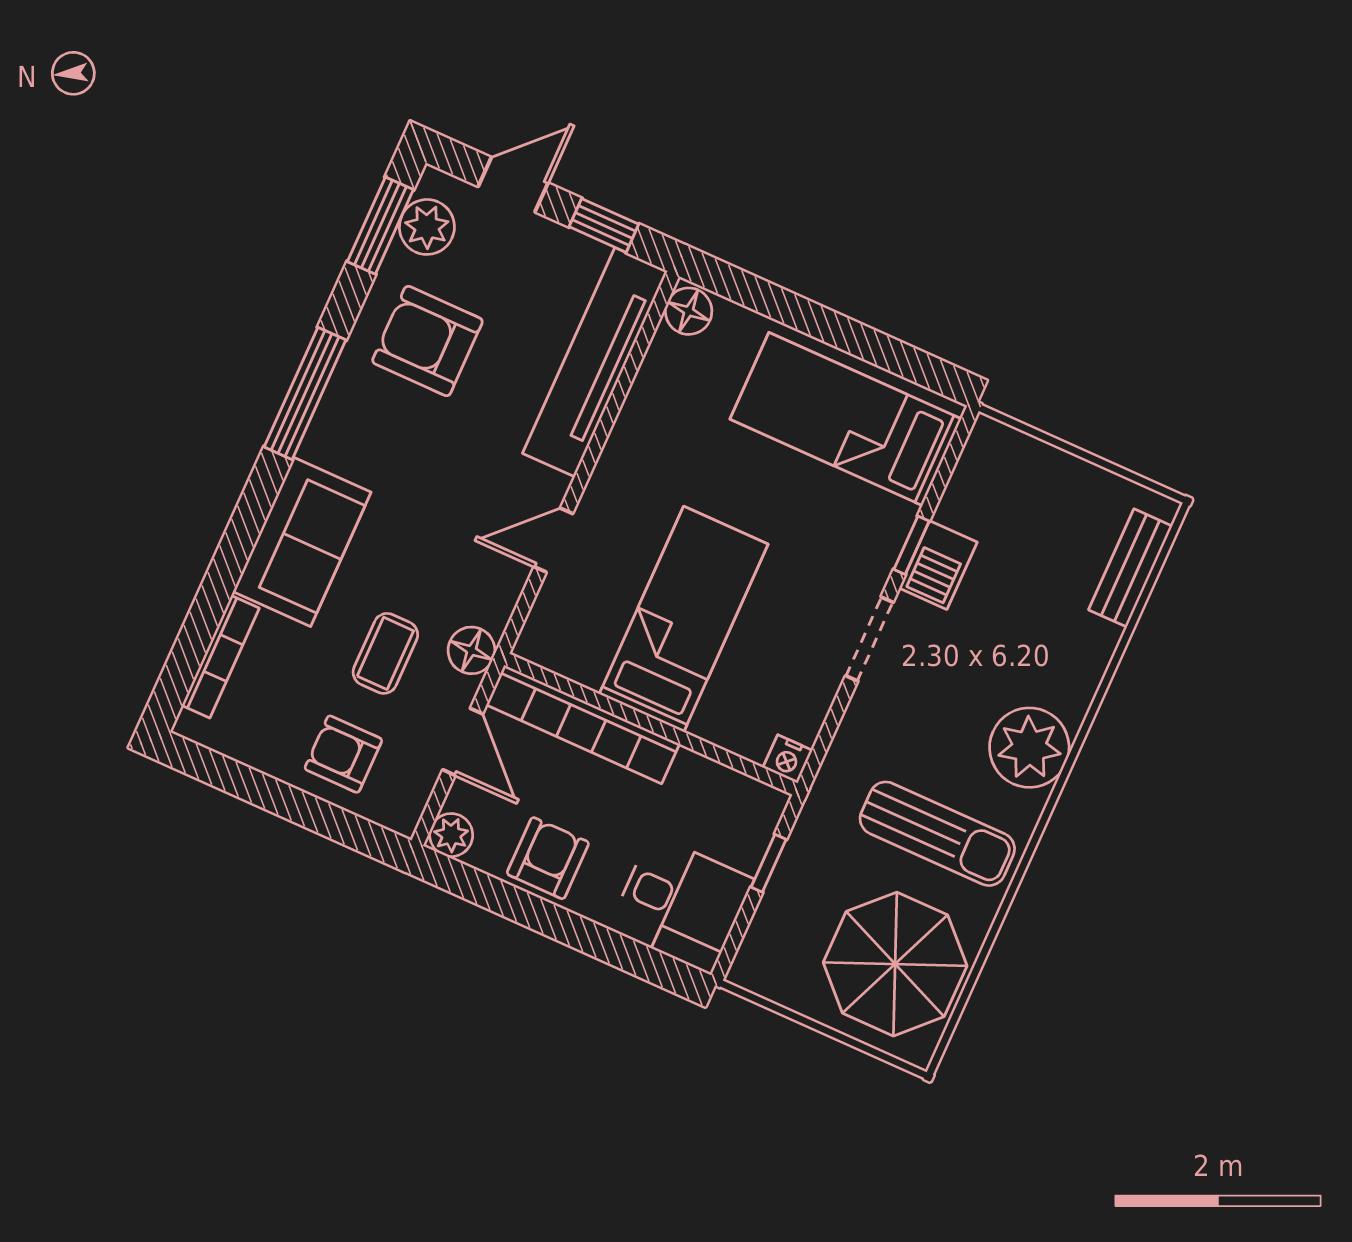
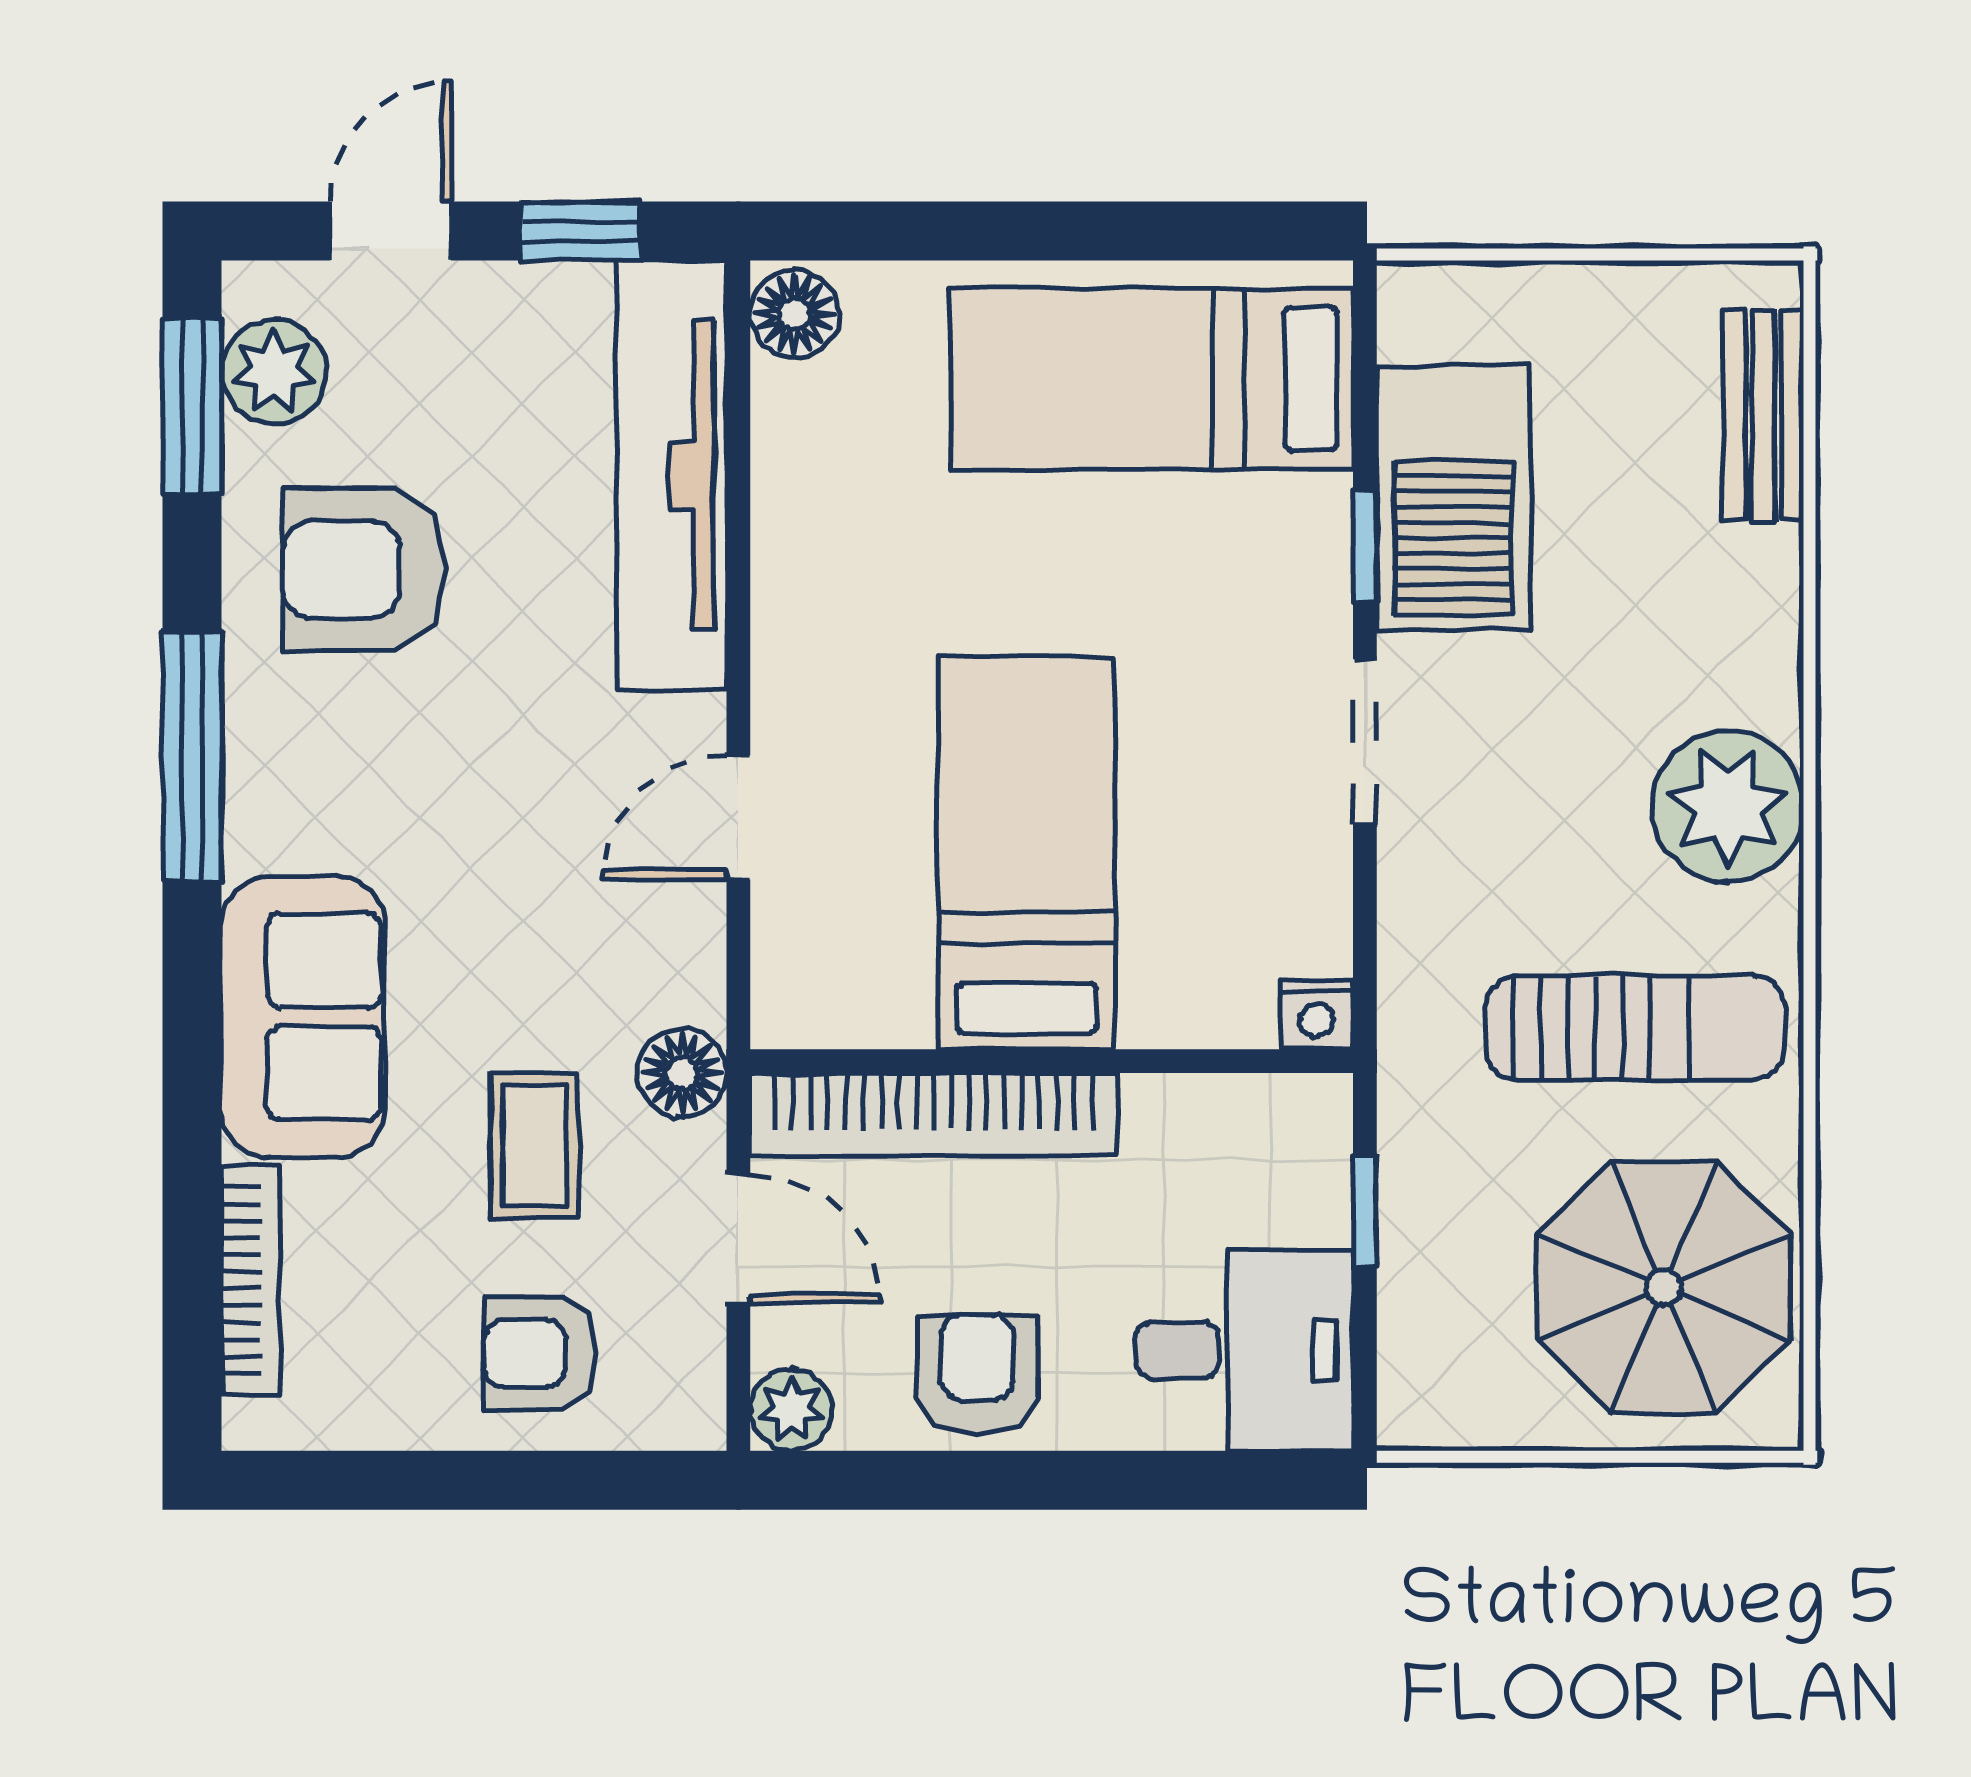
barbecue: (938, 565) -> (1453, 498), width x1.88, depth x1.53

